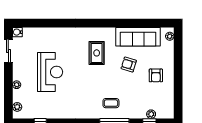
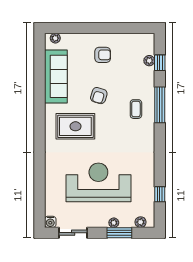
rug: (97, 53) -> (75, 126), width x1.36, depth x1.43
armchair: (129, 65) -> (99, 96), moved
reception desk: (50, 72) -> (98, 182), width x1.36, depth x1.30
window: (8, 89) -> (119, 233), added

